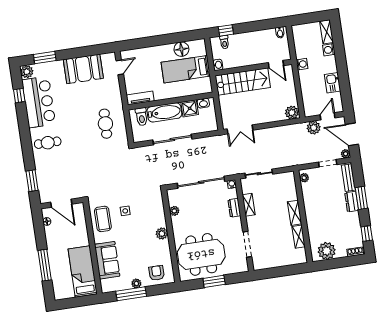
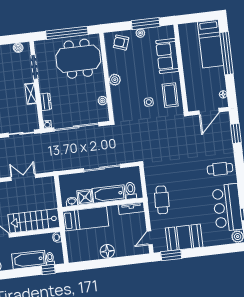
bathtub: (247, 40) -> (29, 260), added
floor lamp: (181, 49) -> (107, 251), moved
window: (45, 57) -> (171, 255), moved
bed: (186, 69) -> (86, 219), moved
cafe table: (105, 124) -> (162, 200), moved
double door: (240, 129) -> (23, 177), moved
door: (61, 203) -> (209, 111), swing flipped
shelving: (249, 205) -> (31, 94), moved
boiler: (265, 264) -> (18, 48), added
window: (45, 265) -> (227, 53), width x1.46
bed: (83, 272) -> (210, 44), moved
armchair: (157, 273) -> (121, 42), turned 109
window: (214, 281) -> (67, 33), width x2.11

